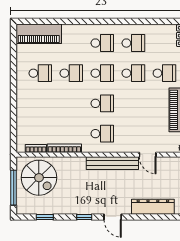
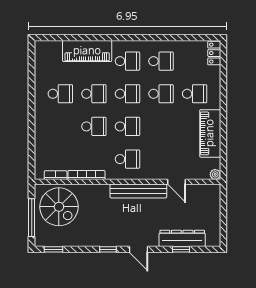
piano: (39, 34) -> (87, 51), moved
school desk: (71, 103) -> (94, 126), added
window: (45, 217) -> (54, 249), moved
window: (152, 217) -> (181, 249), added

